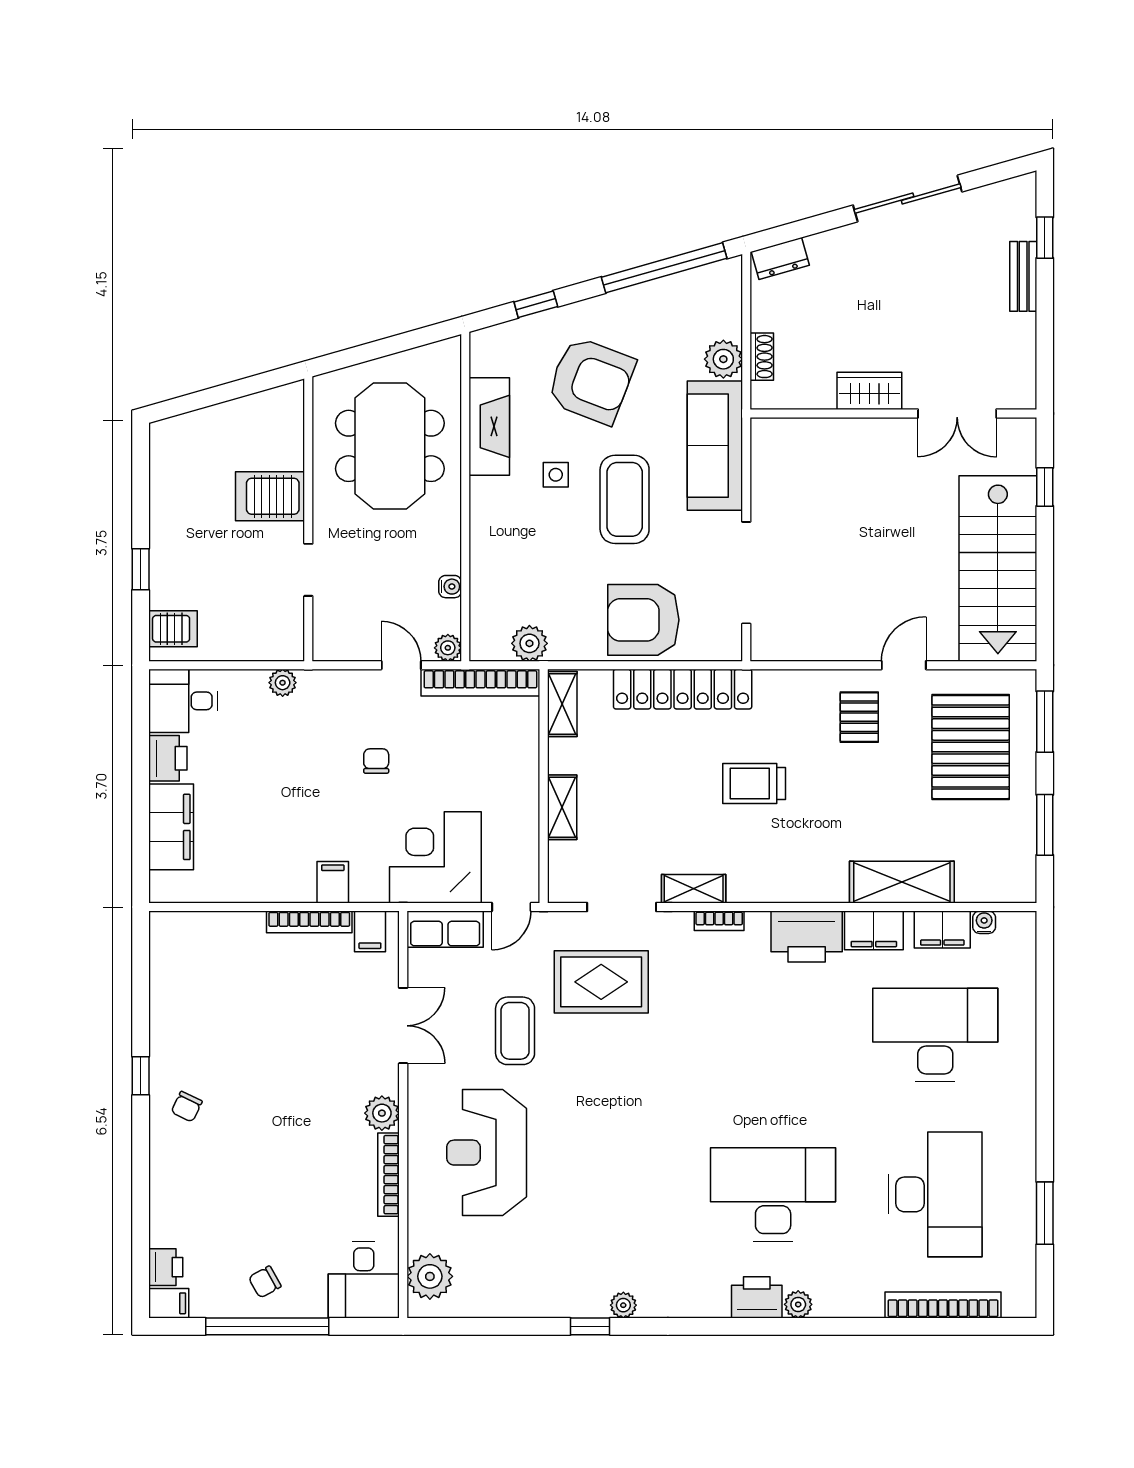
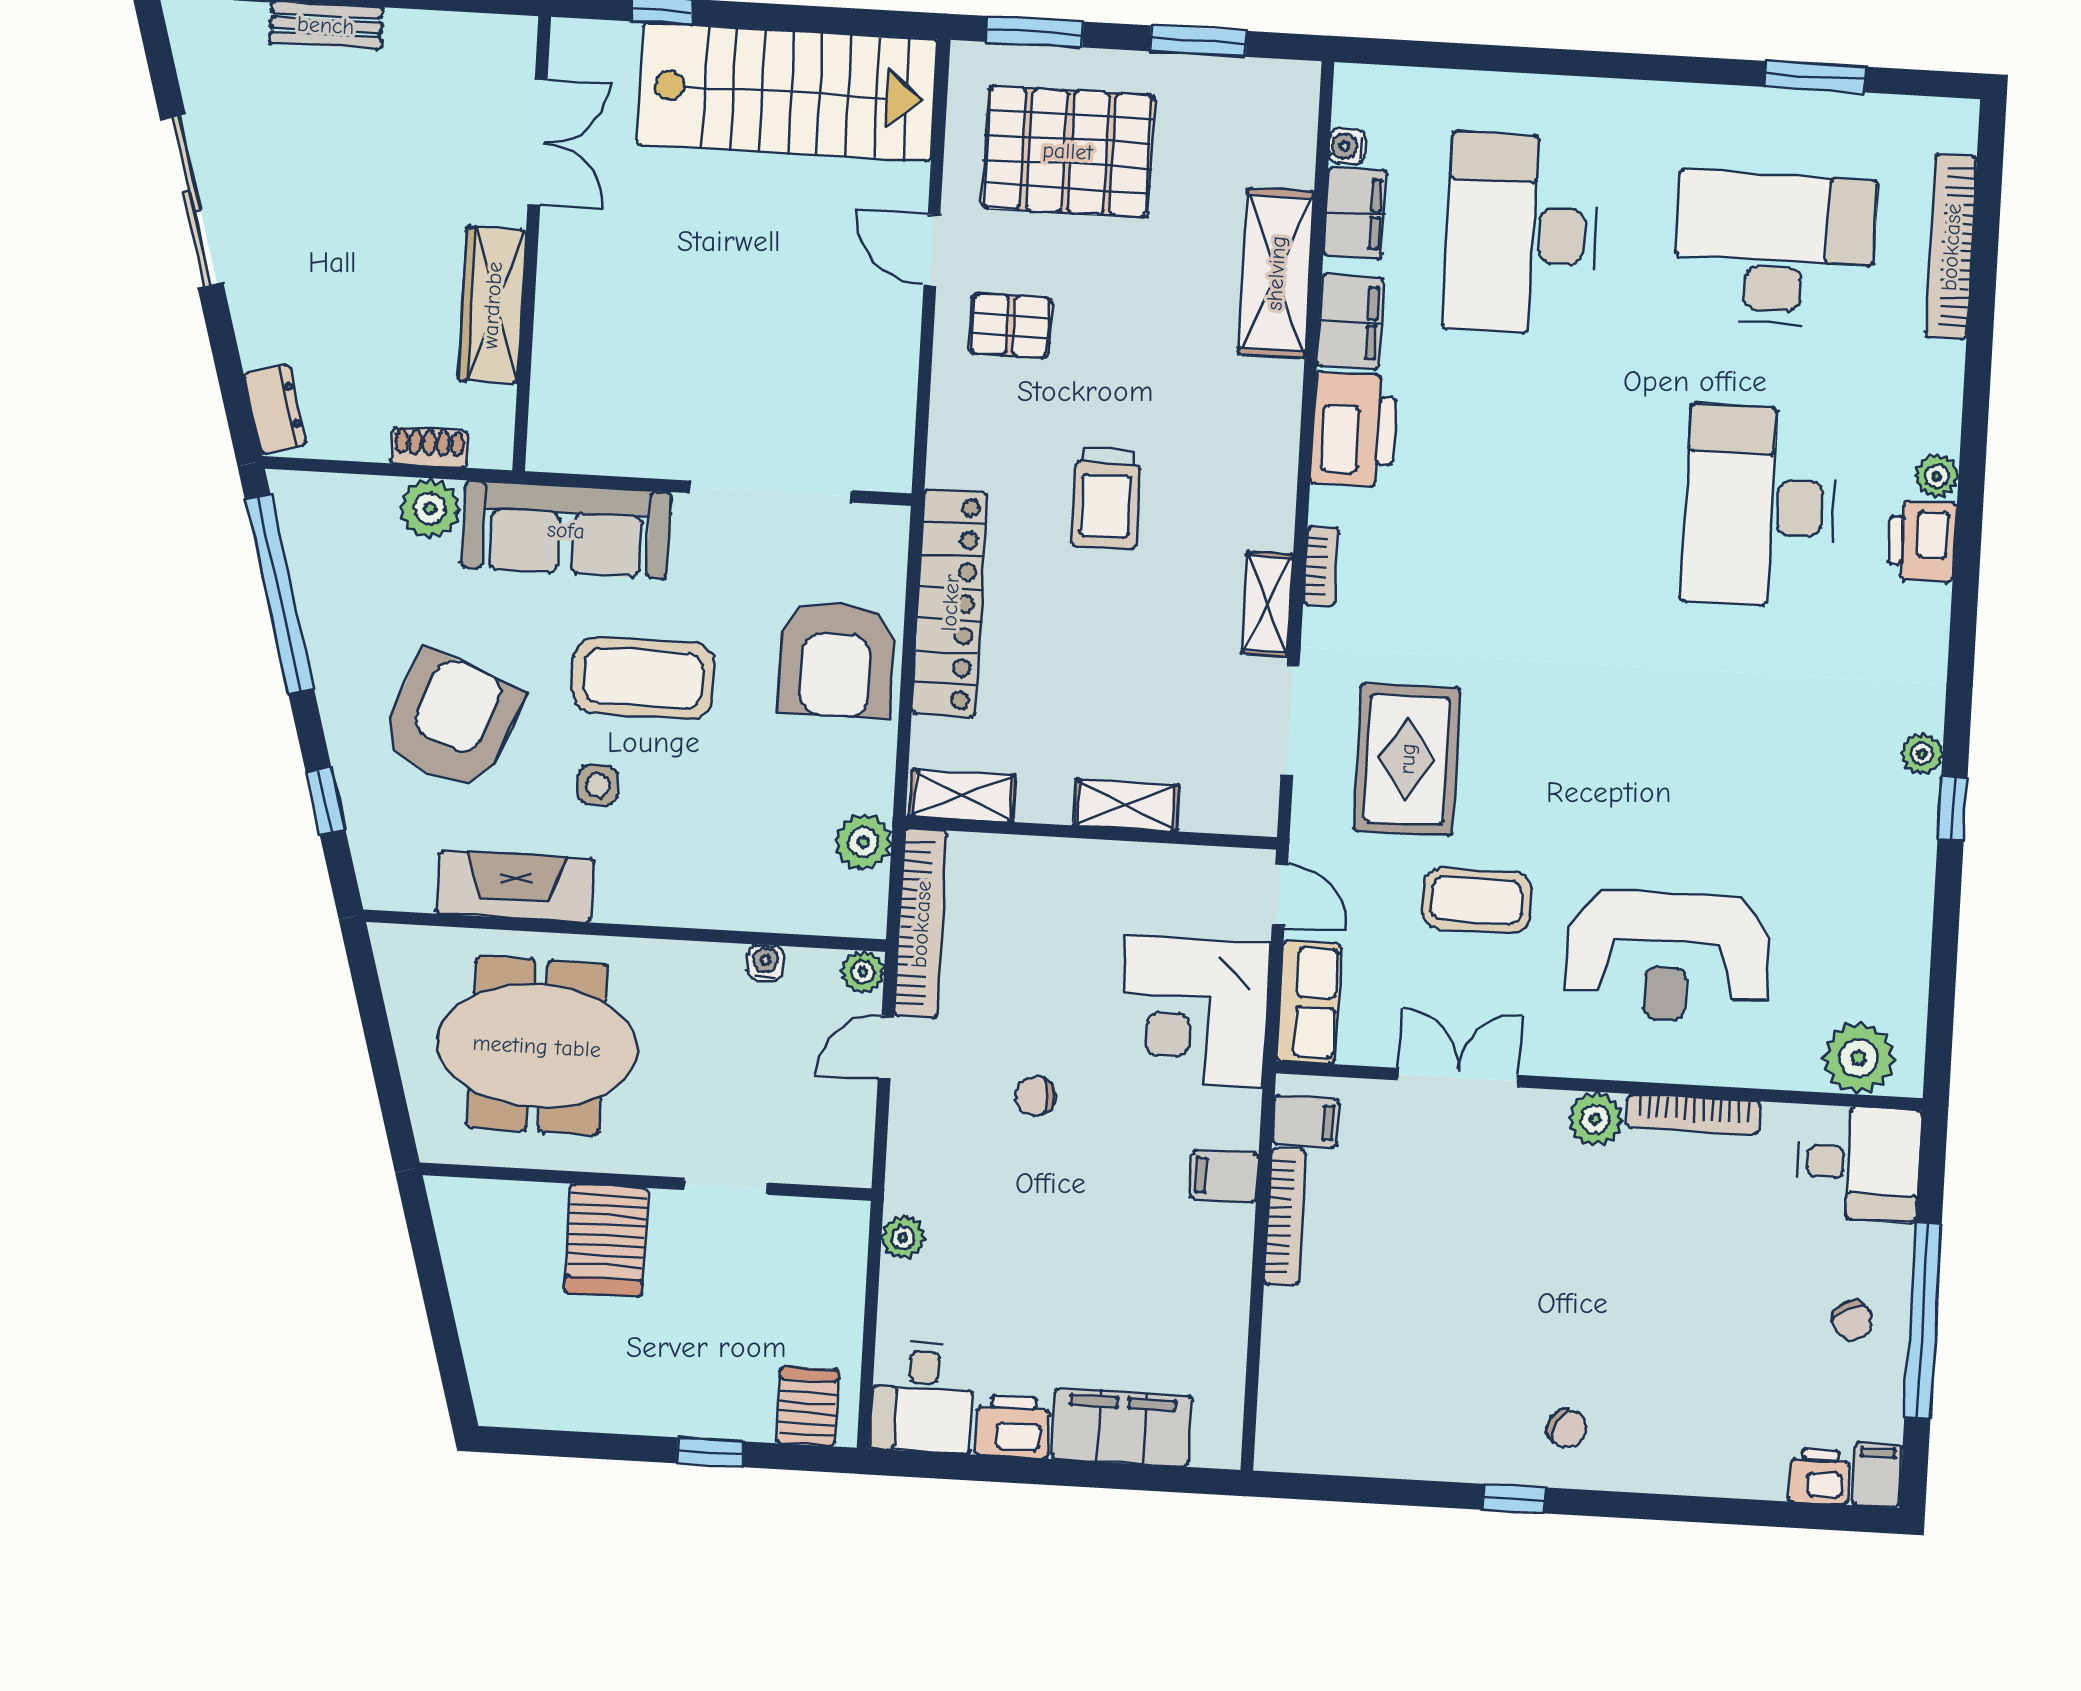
wardrobe: (869, 391) -> (492, 305), width x1.50

